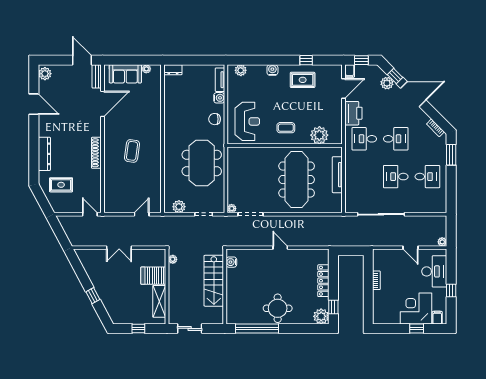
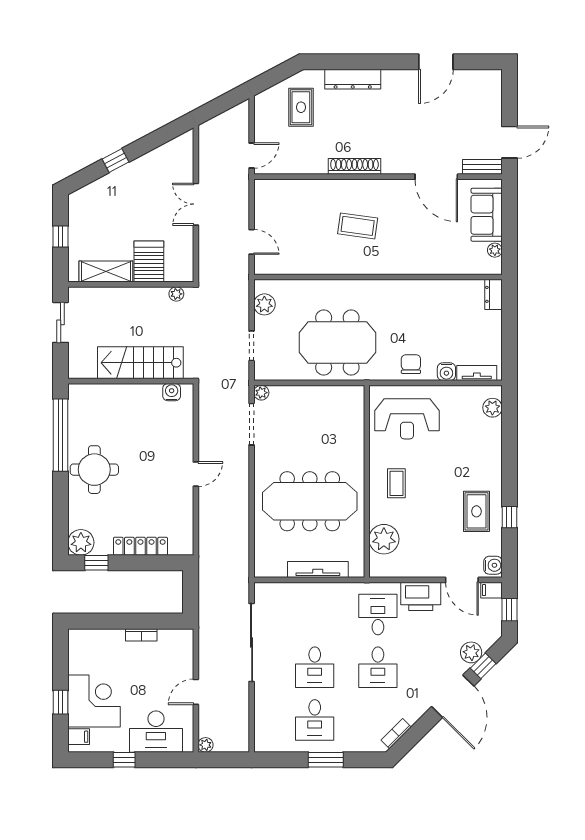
water cooler: (272, 70) -> (493, 565), moved
plant: (45, 74) -> (487, 80), removed
window: (451, 155) -> (326, 760), moved
desk: (396, 177) -> (315, 667), turned 180

